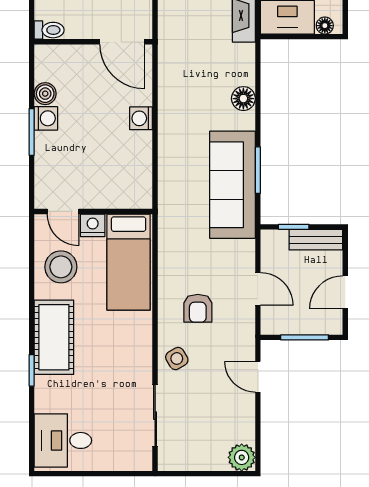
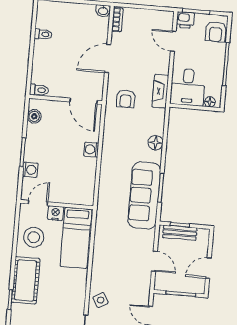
boiler: (45, 94) -> (34, 116), moved
washing machine: (46, 118) -> (30, 170), moved
door: (63, 211) -> (38, 203), swing flipped
bench: (316, 240) -> (180, 233), moved
armchair: (198, 308) -> (126, 99), moved

